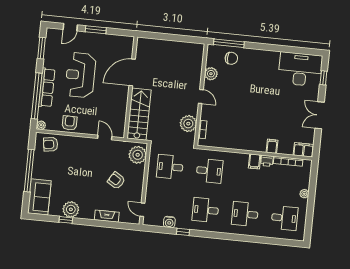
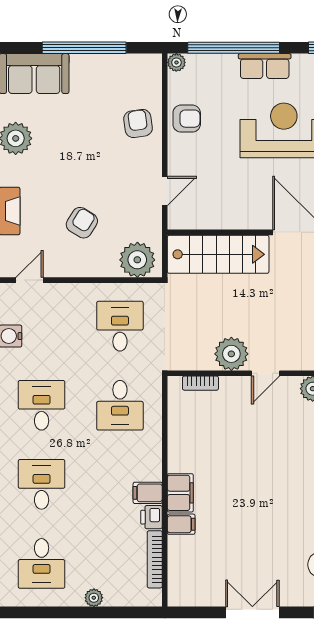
row of seats: (47, 88) -> (265, 66), width x0.68
plant: (188, 124) -> (231, 354), moved
armchair: (51, 144) -> (138, 123), moved
filing cabinet: (304, 150) -> (180, 493), moved

